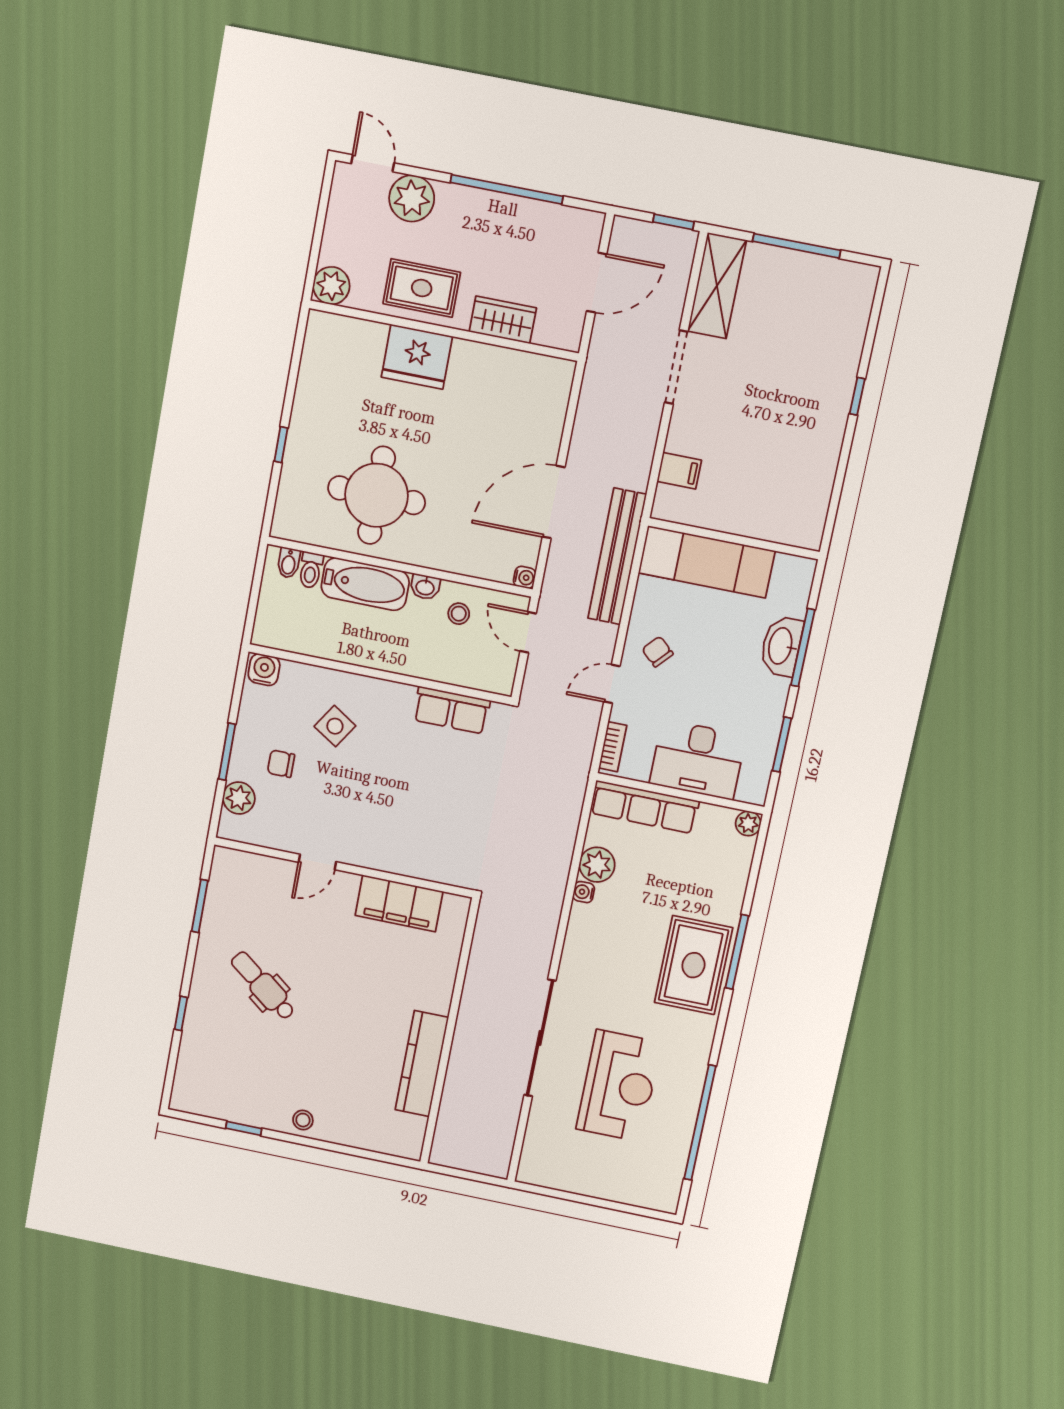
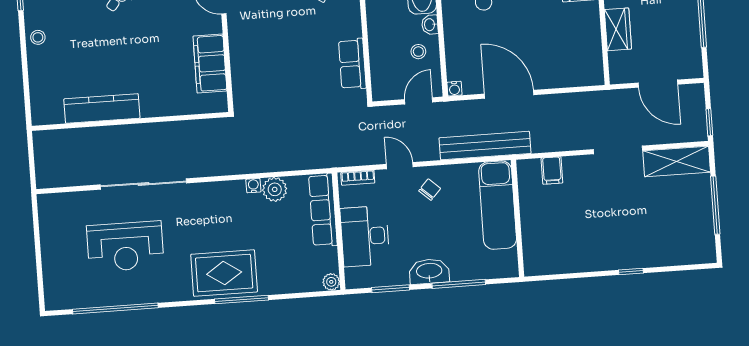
washbasin: (781, 646) -> (429, 271), moved

